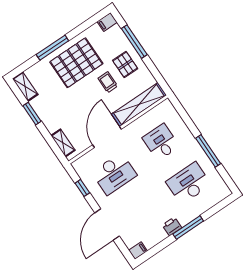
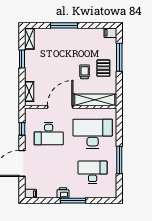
pallet: (76, 63) -> (73, 46), removed
desk: (161, 142) -> (93, 134), width x1.87, depth x1.30

